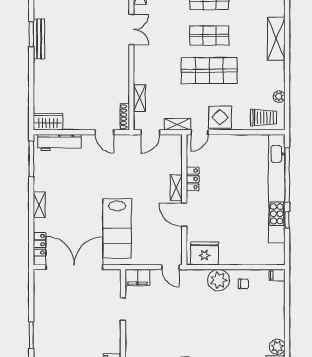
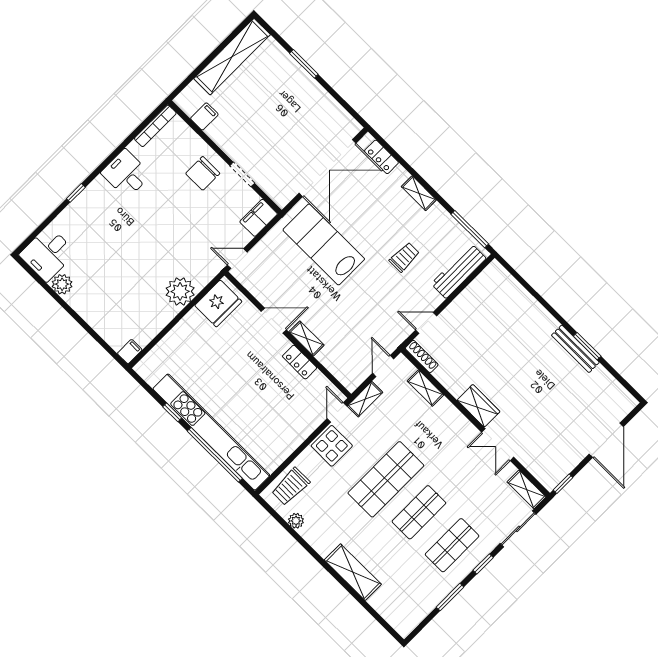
wardrobe: (48, 122) -> (479, 406), moved, turned -90
trolley: (81, 179) -> (404, 257), added
chair: (244, 284) -> (203, 173), moved, width x1.87, depth x1.87

